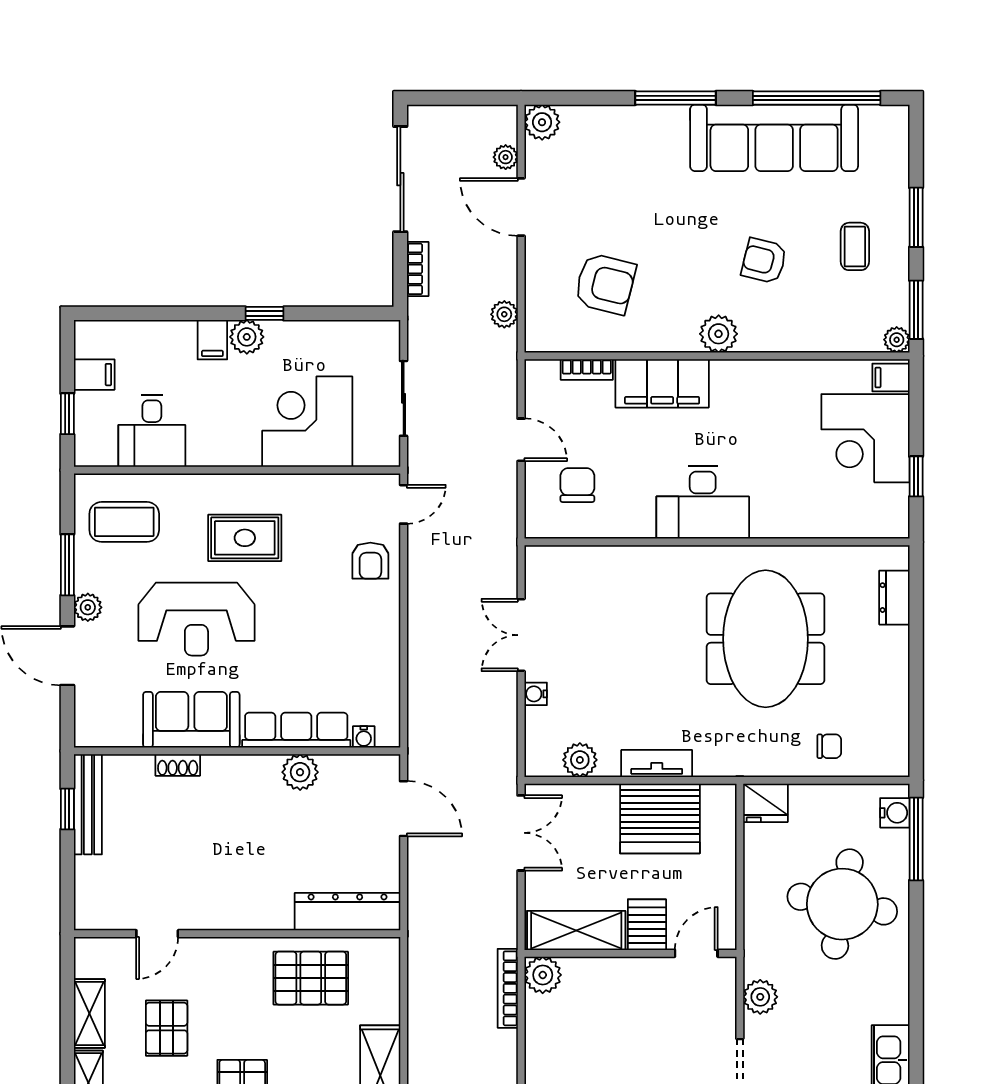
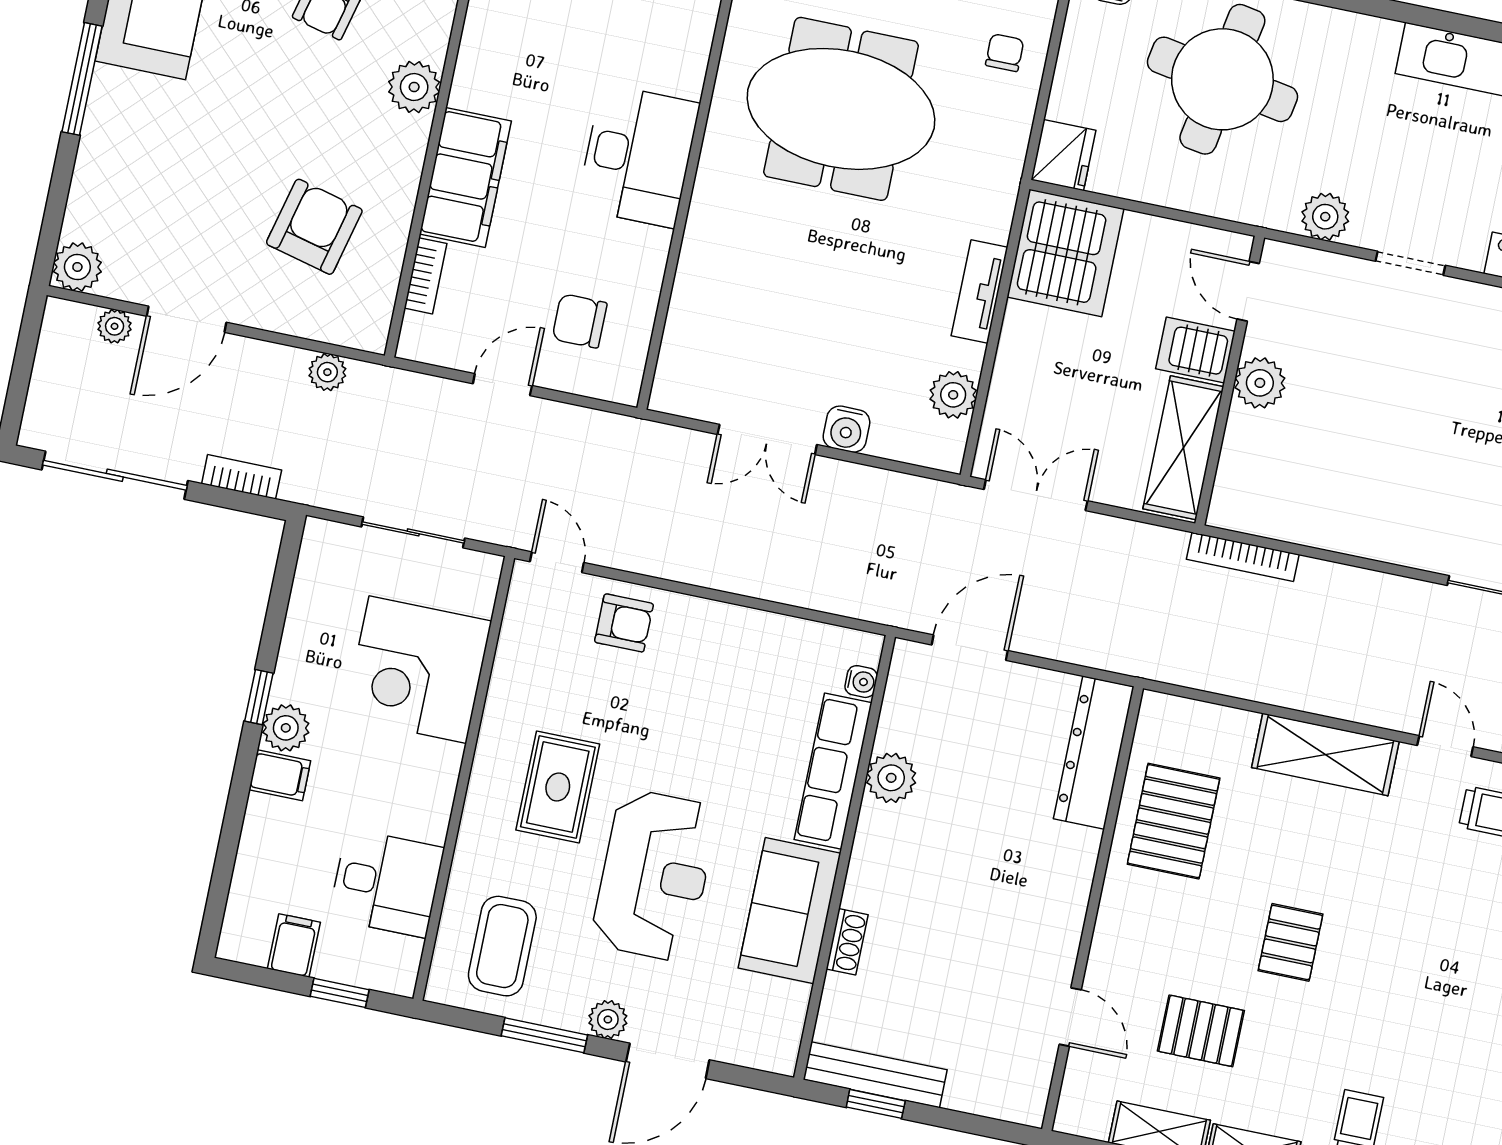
water cooler: (536, 694) -> (846, 429), width x1.38, depth x1.38
server rack: (660, 818) -> (1065, 253), moved
plant: (543, 975) -> (1260, 383), moved

